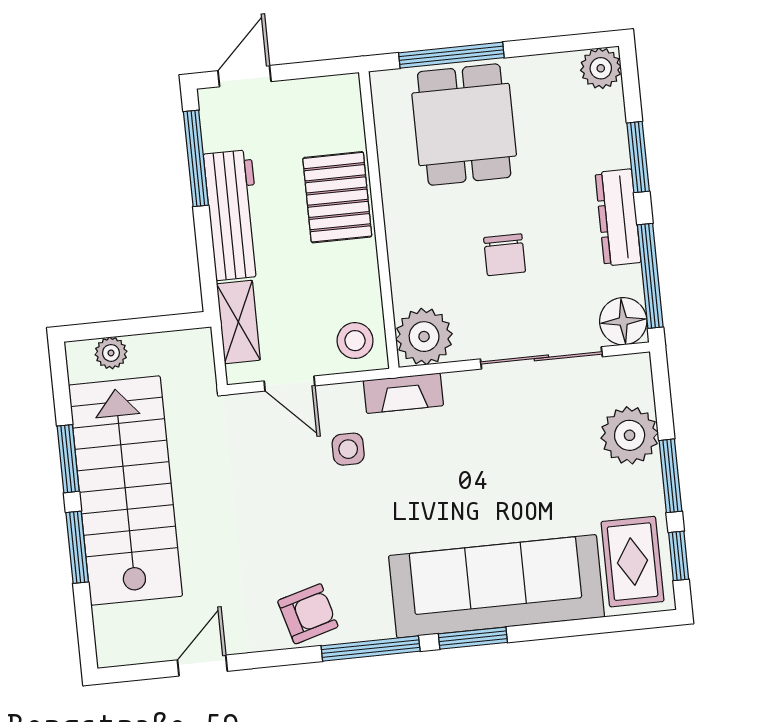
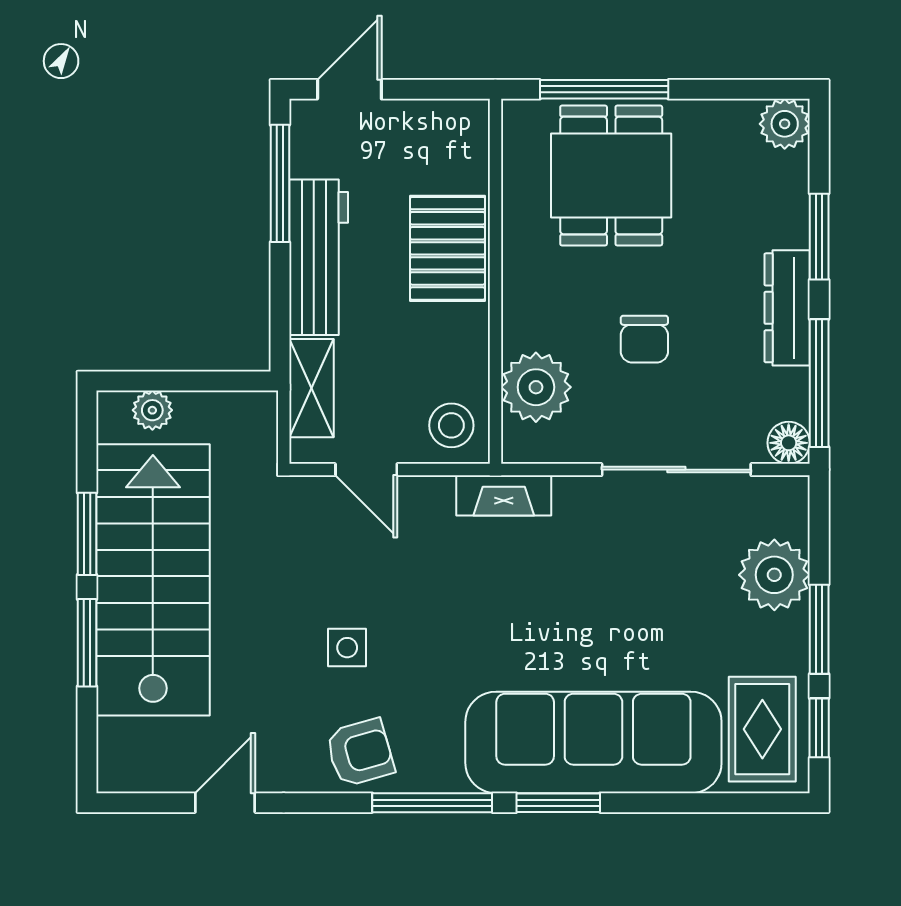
floor lamp: (623, 321) -> (789, 443), width x0.73, depth x0.73
plant: (424, 337) -> (536, 387), moved
side table: (348, 449) -> (347, 648), moved

